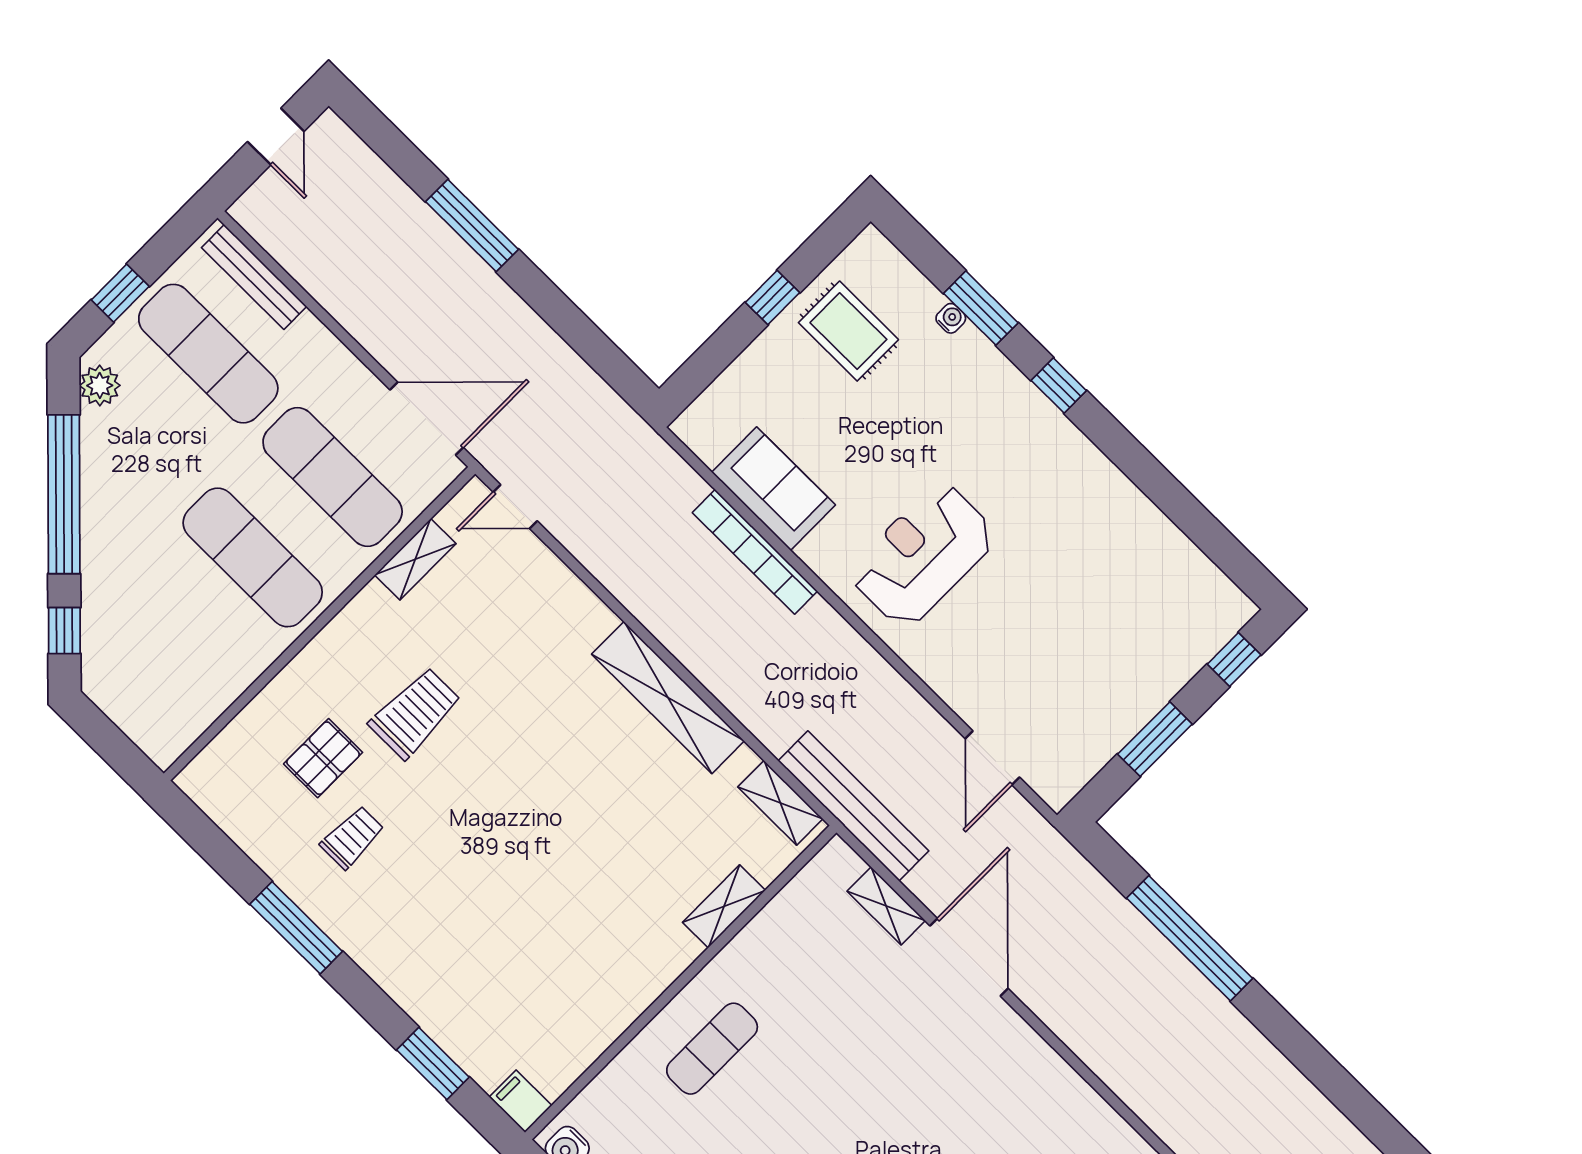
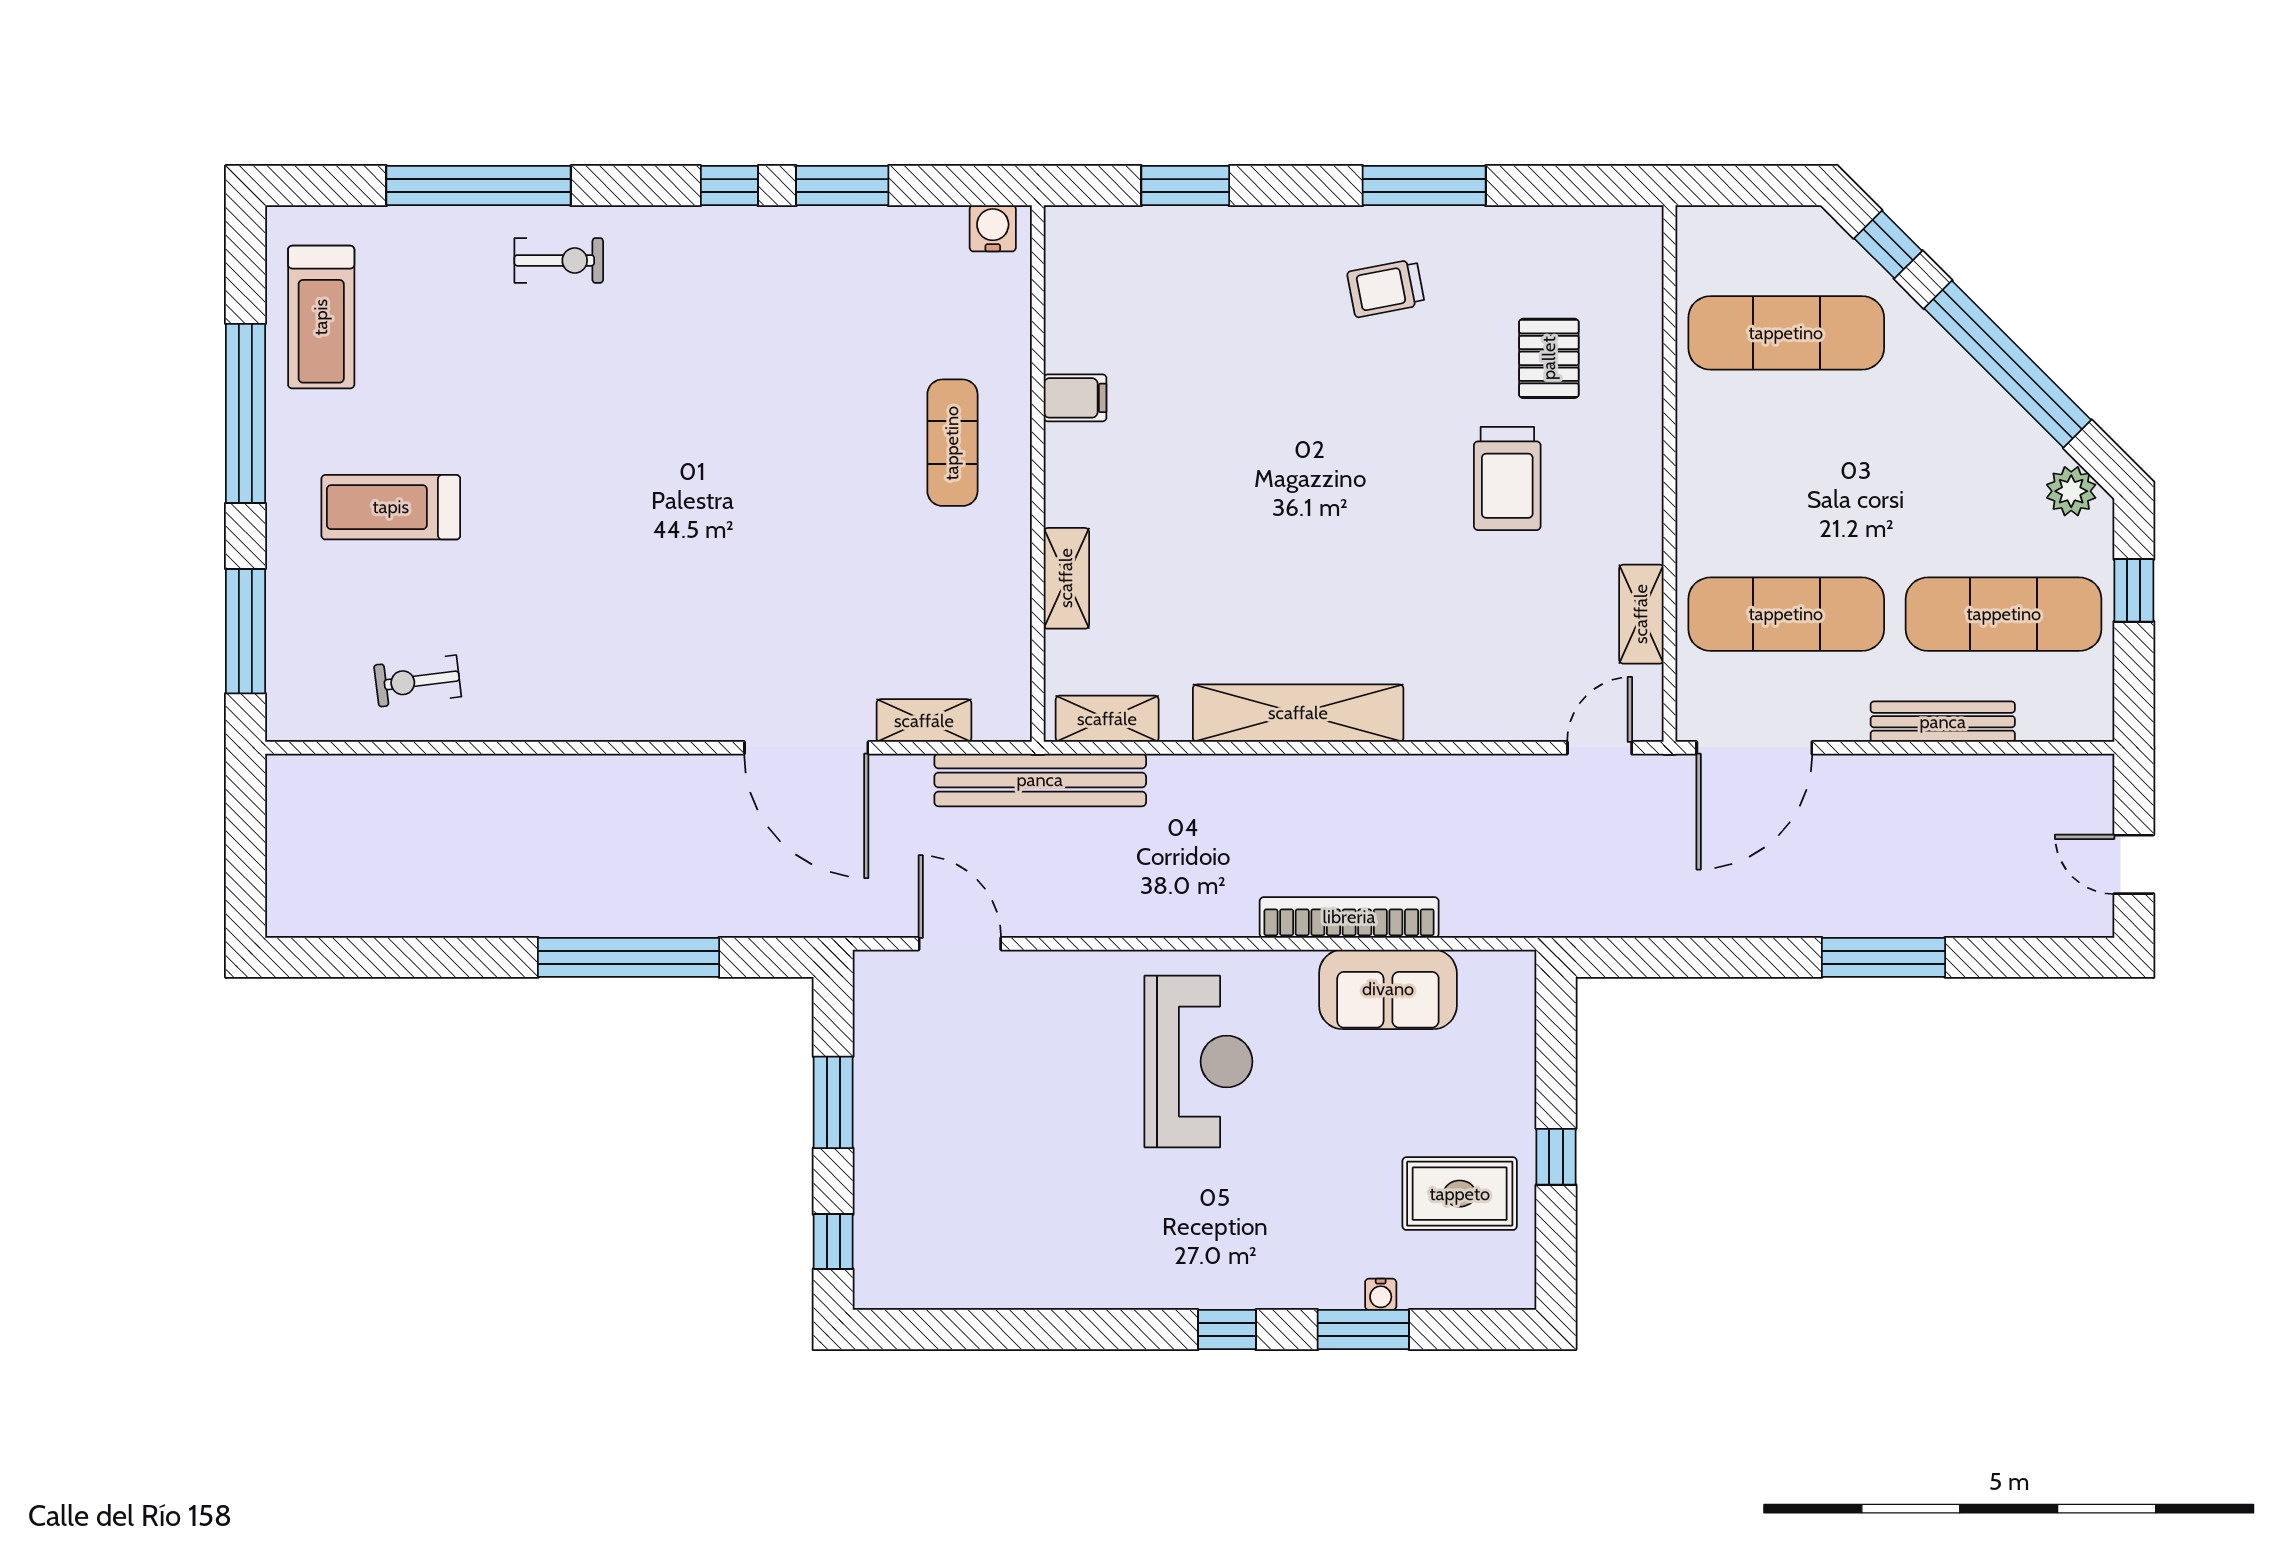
bench: (254, 277) -> (1943, 722), moved
exercise mat: (253, 557) -> (1786, 333), moved
trolley: (352, 837) -> (1386, 288), moved, turned 79
filing cabinet: (521, 1101) -> (1075, 398), moved

